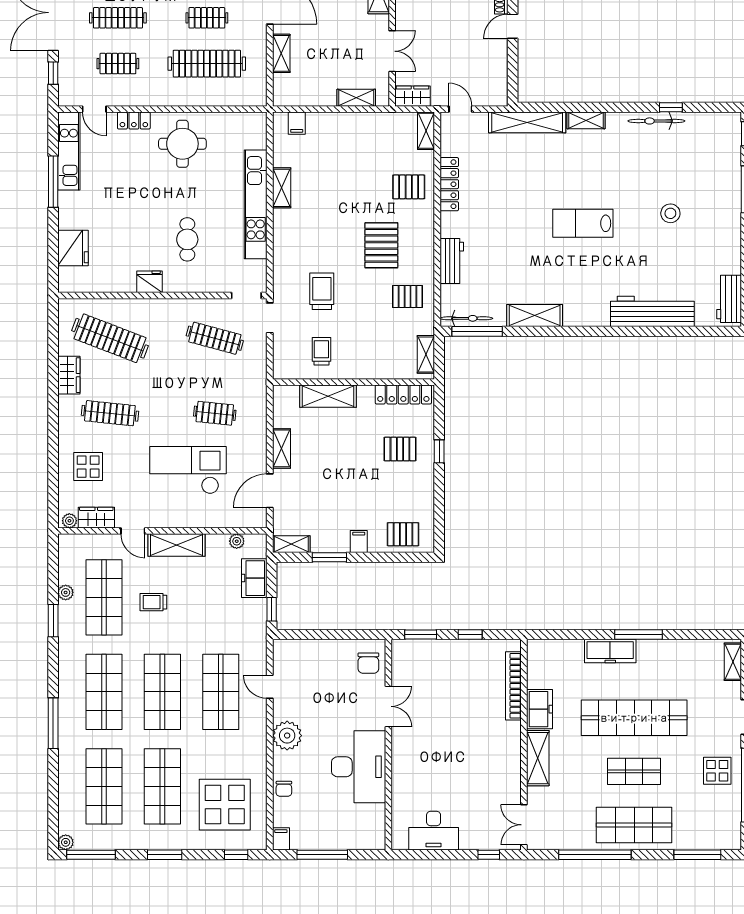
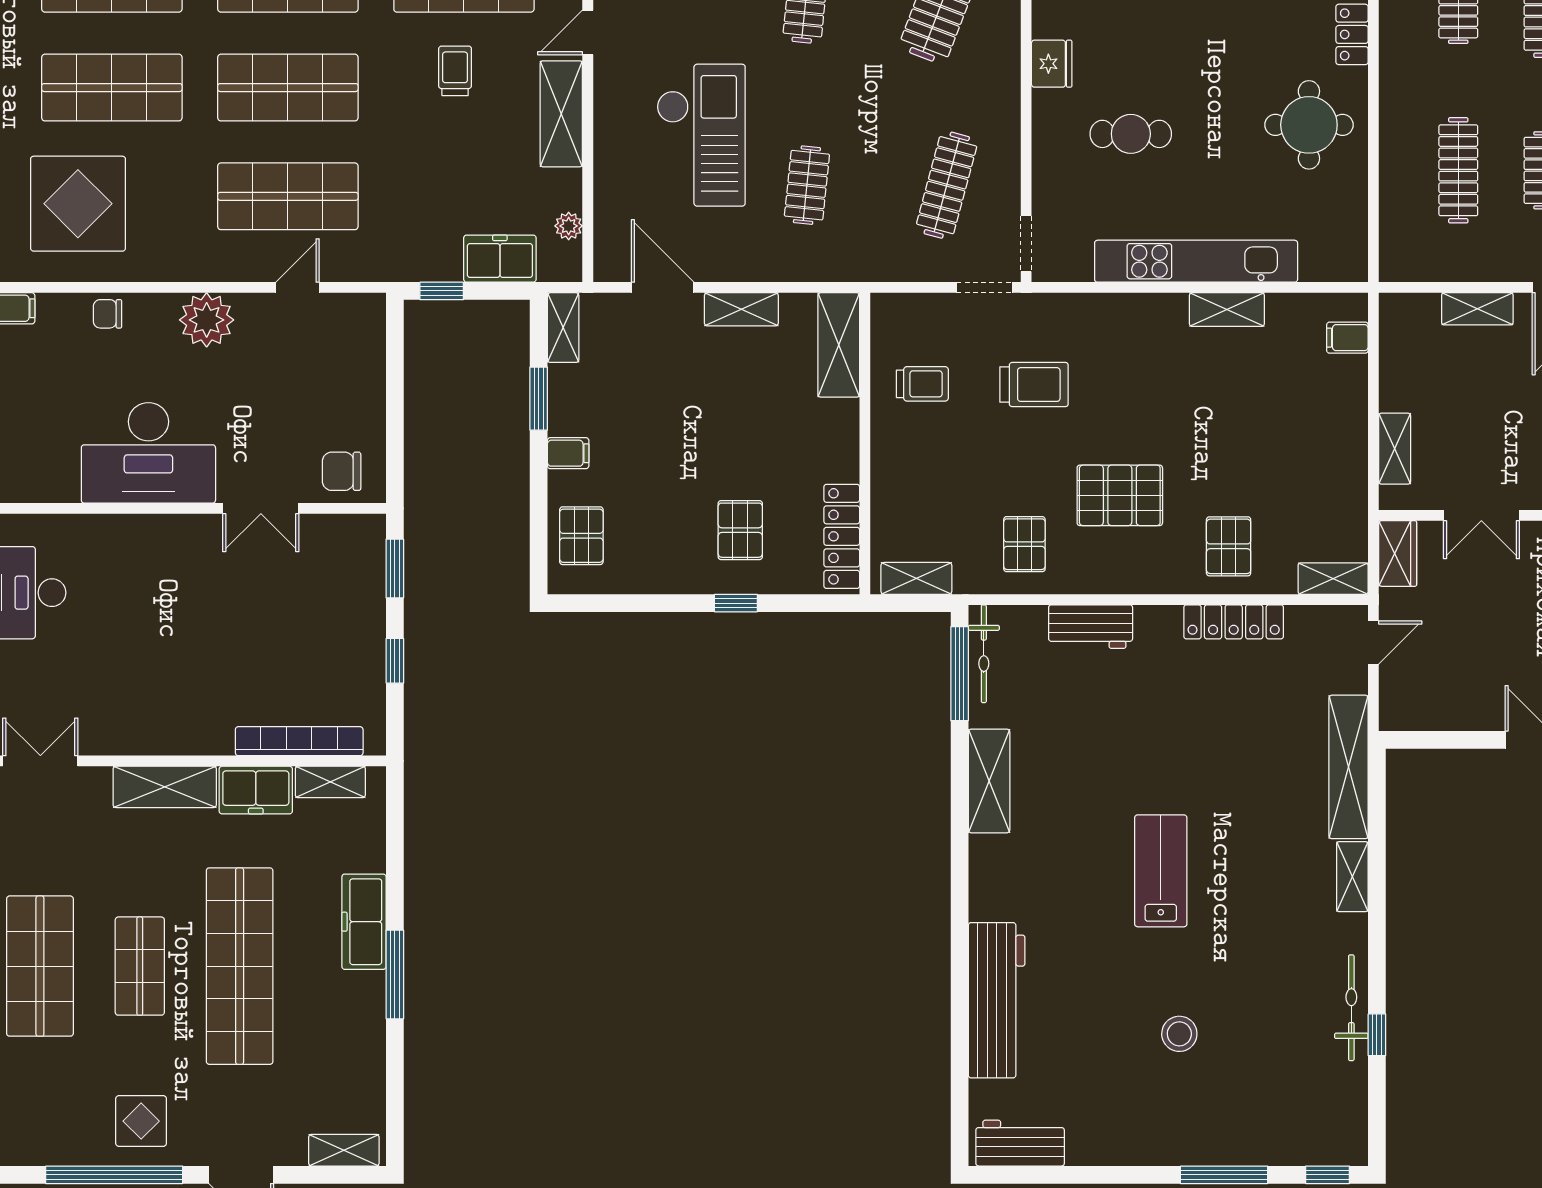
clothes rail: (207, 64) -> (1458, 170), width x0.73, depth x0.76
shelving: (328, 396) -> (839, 345), moved
shelving: (535, 669) -> (330, 782), added

